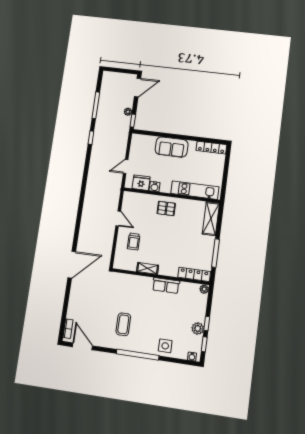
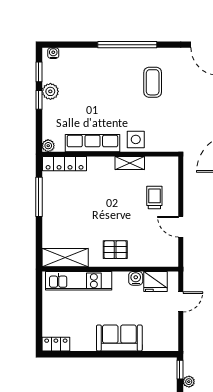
locker: (211, 148) -> (56, 344), width x0.66
shelving: (211, 219) -> (65, 258), moved, turned 90
row of seats: (166, 286) -> (92, 143), width x1.48
side table: (165, 346) -> (136, 139), moved

